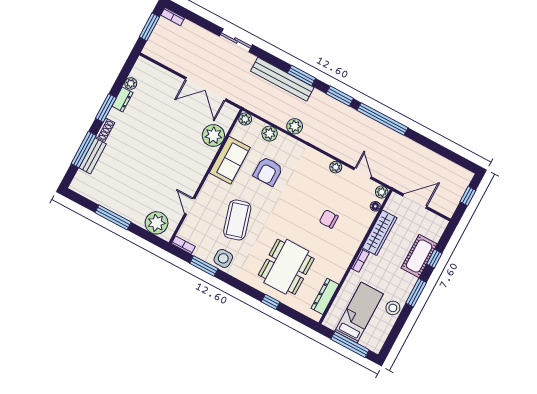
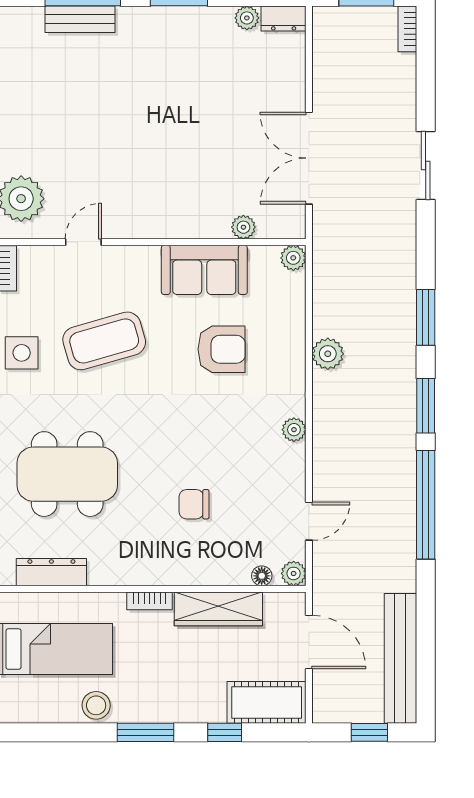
bench: (282, 79) -> (400, 658), moved
dresser: (122, 99) -> (284, 19), moved
shoe rack: (105, 130) -> (139, 17), removed
plant: (270, 134) -> (291, 316), removed
plant: (213, 136) -> (243, 227), width x0.53, depth x0.53
plant: (336, 167) -> (294, 430), moved
armchair: (268, 171) -> (221, 349), turned 180
chair: (329, 219) -> (194, 504), turned -90
cot: (419, 256) -> (267, 702), moved

